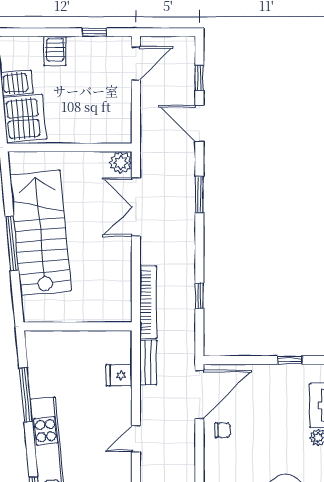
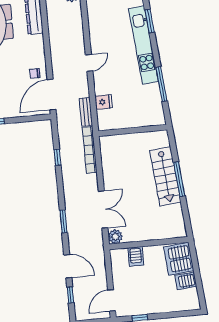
server rack: (55, 51) -> (136, 256), moved, turned 180
stairs: (40, 233) -> (165, 176), width x0.73, depth x0.66

